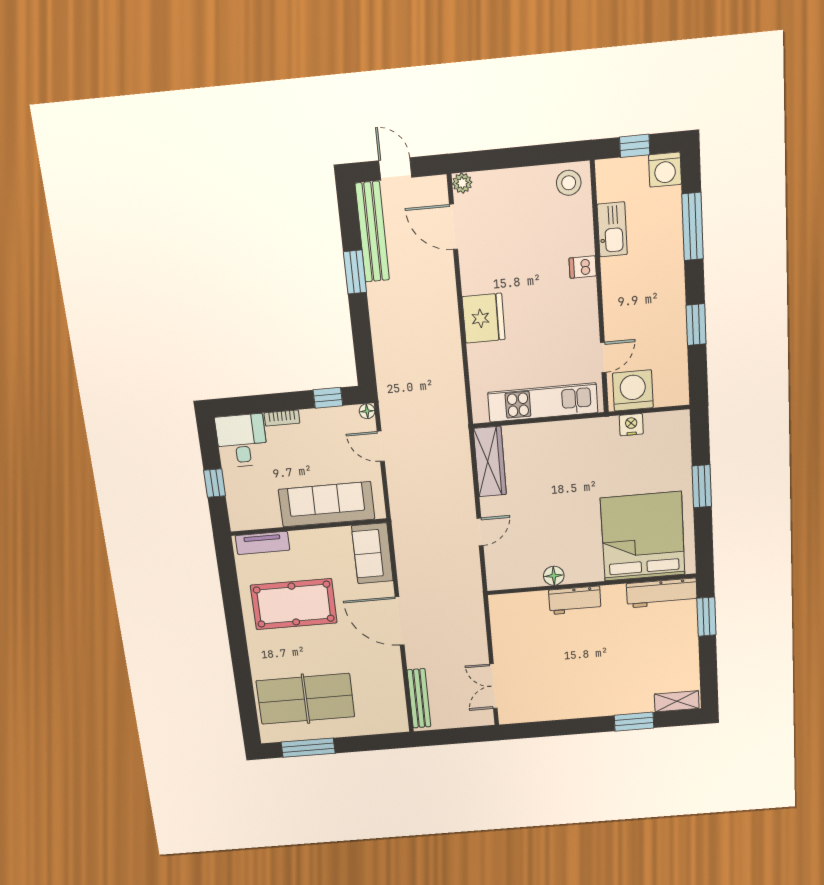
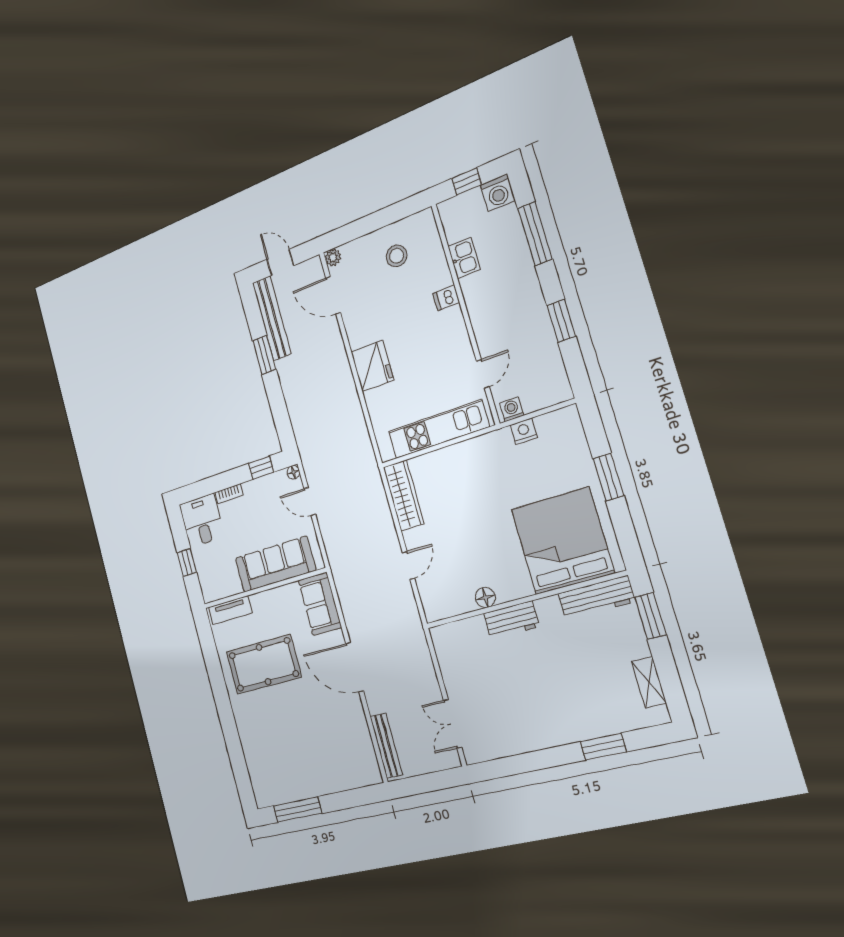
stool: (569, 183) -> (397, 256), moved
kitchen sink: (612, 229) -> (464, 258), width x0.73
washing machine: (633, 390) -> (512, 409), width x0.53, depth x0.53
table tennis table: (305, 699) -> (287, 758), removed
shelving: (677, 701) -> (649, 682), moved, turned 90

